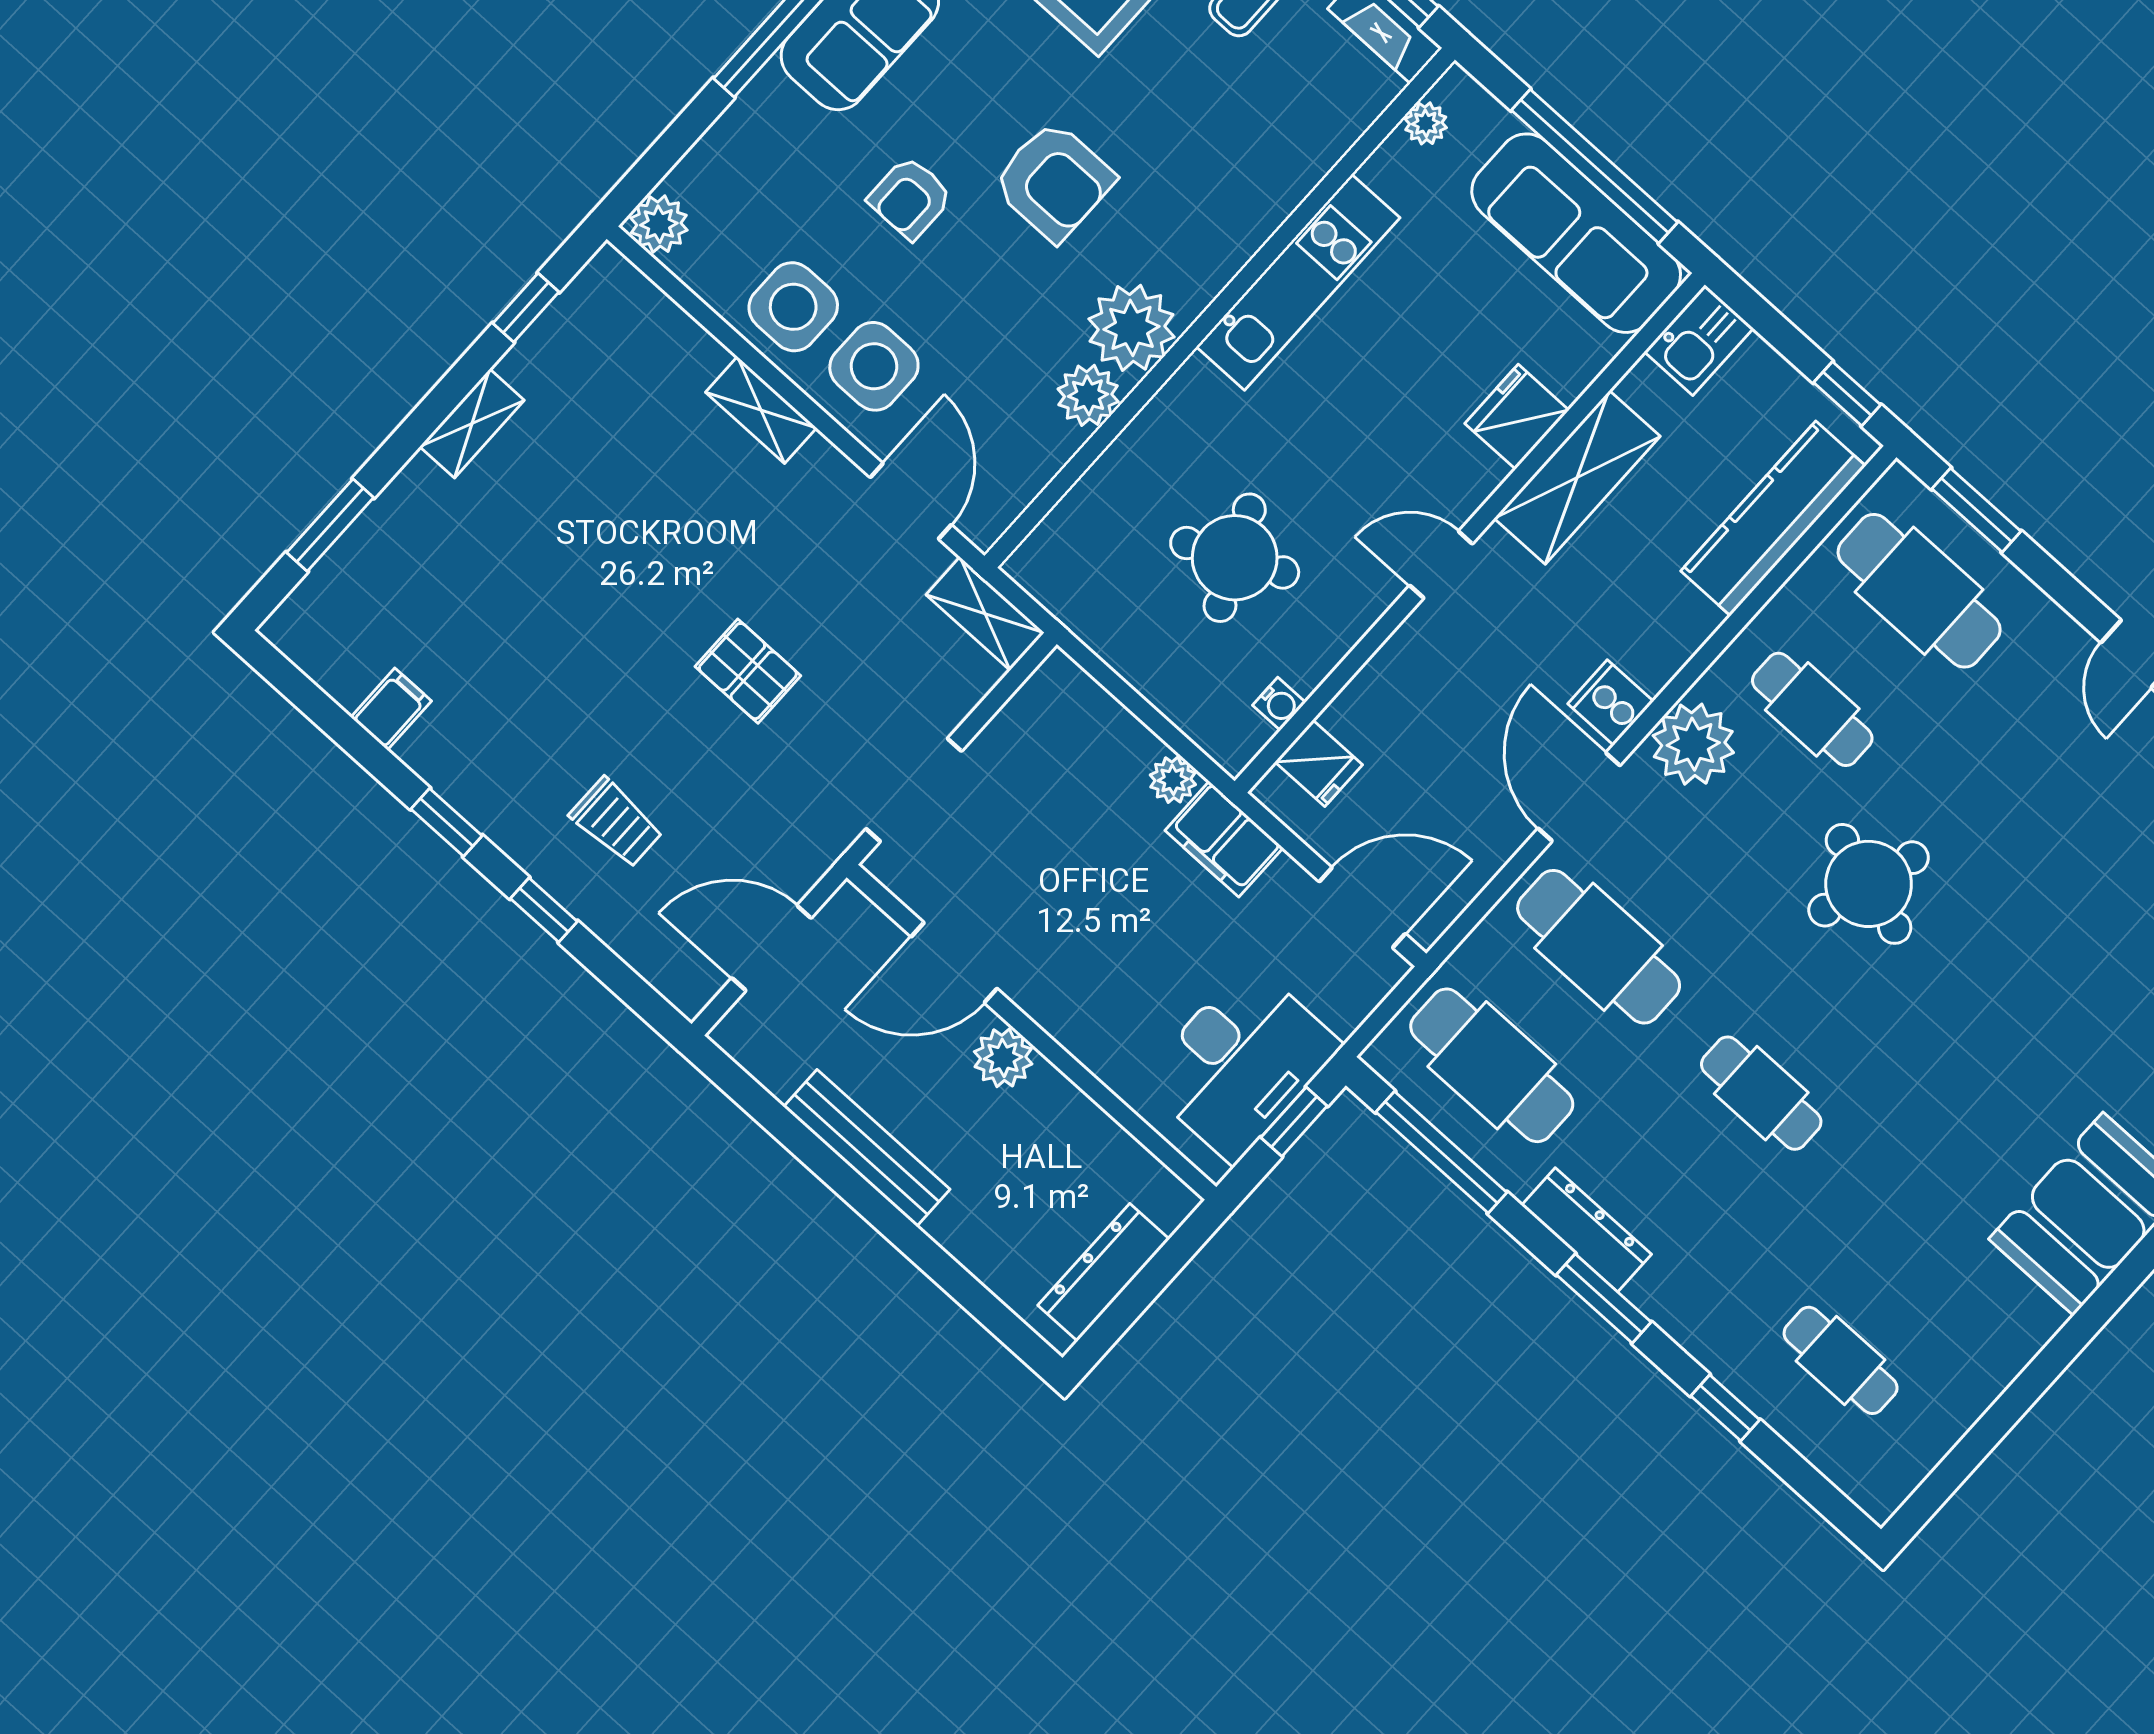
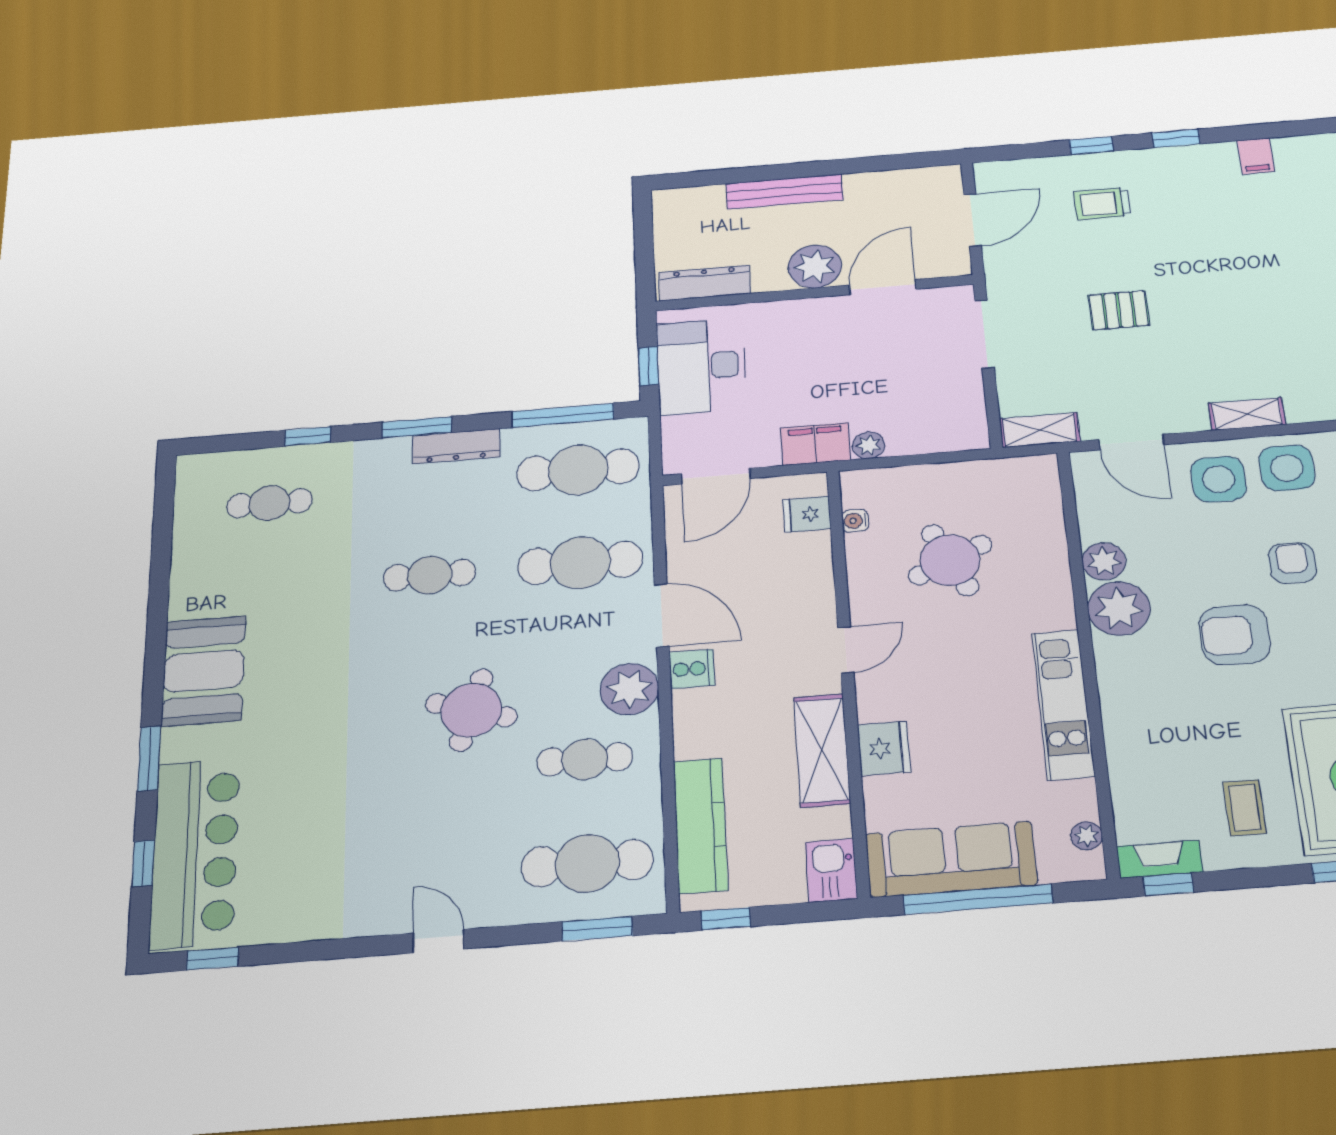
plant: (1003, 1058) -> (815, 267), width x1.36, depth x1.36
bench: (867, 1148) -> (784, 192), moved
dresser: (1104, 1272) -> (705, 283), moved, turned -90

